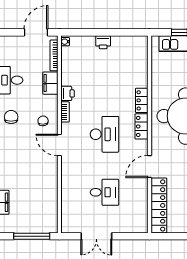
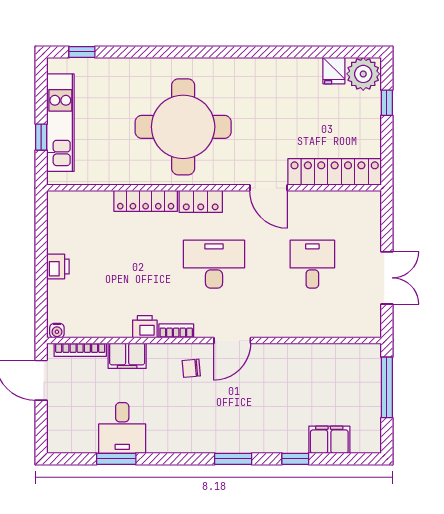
locker: (142, 100) -> (146, 201), width x1.53
chair: (11, 117) -> (185, 422), removed

